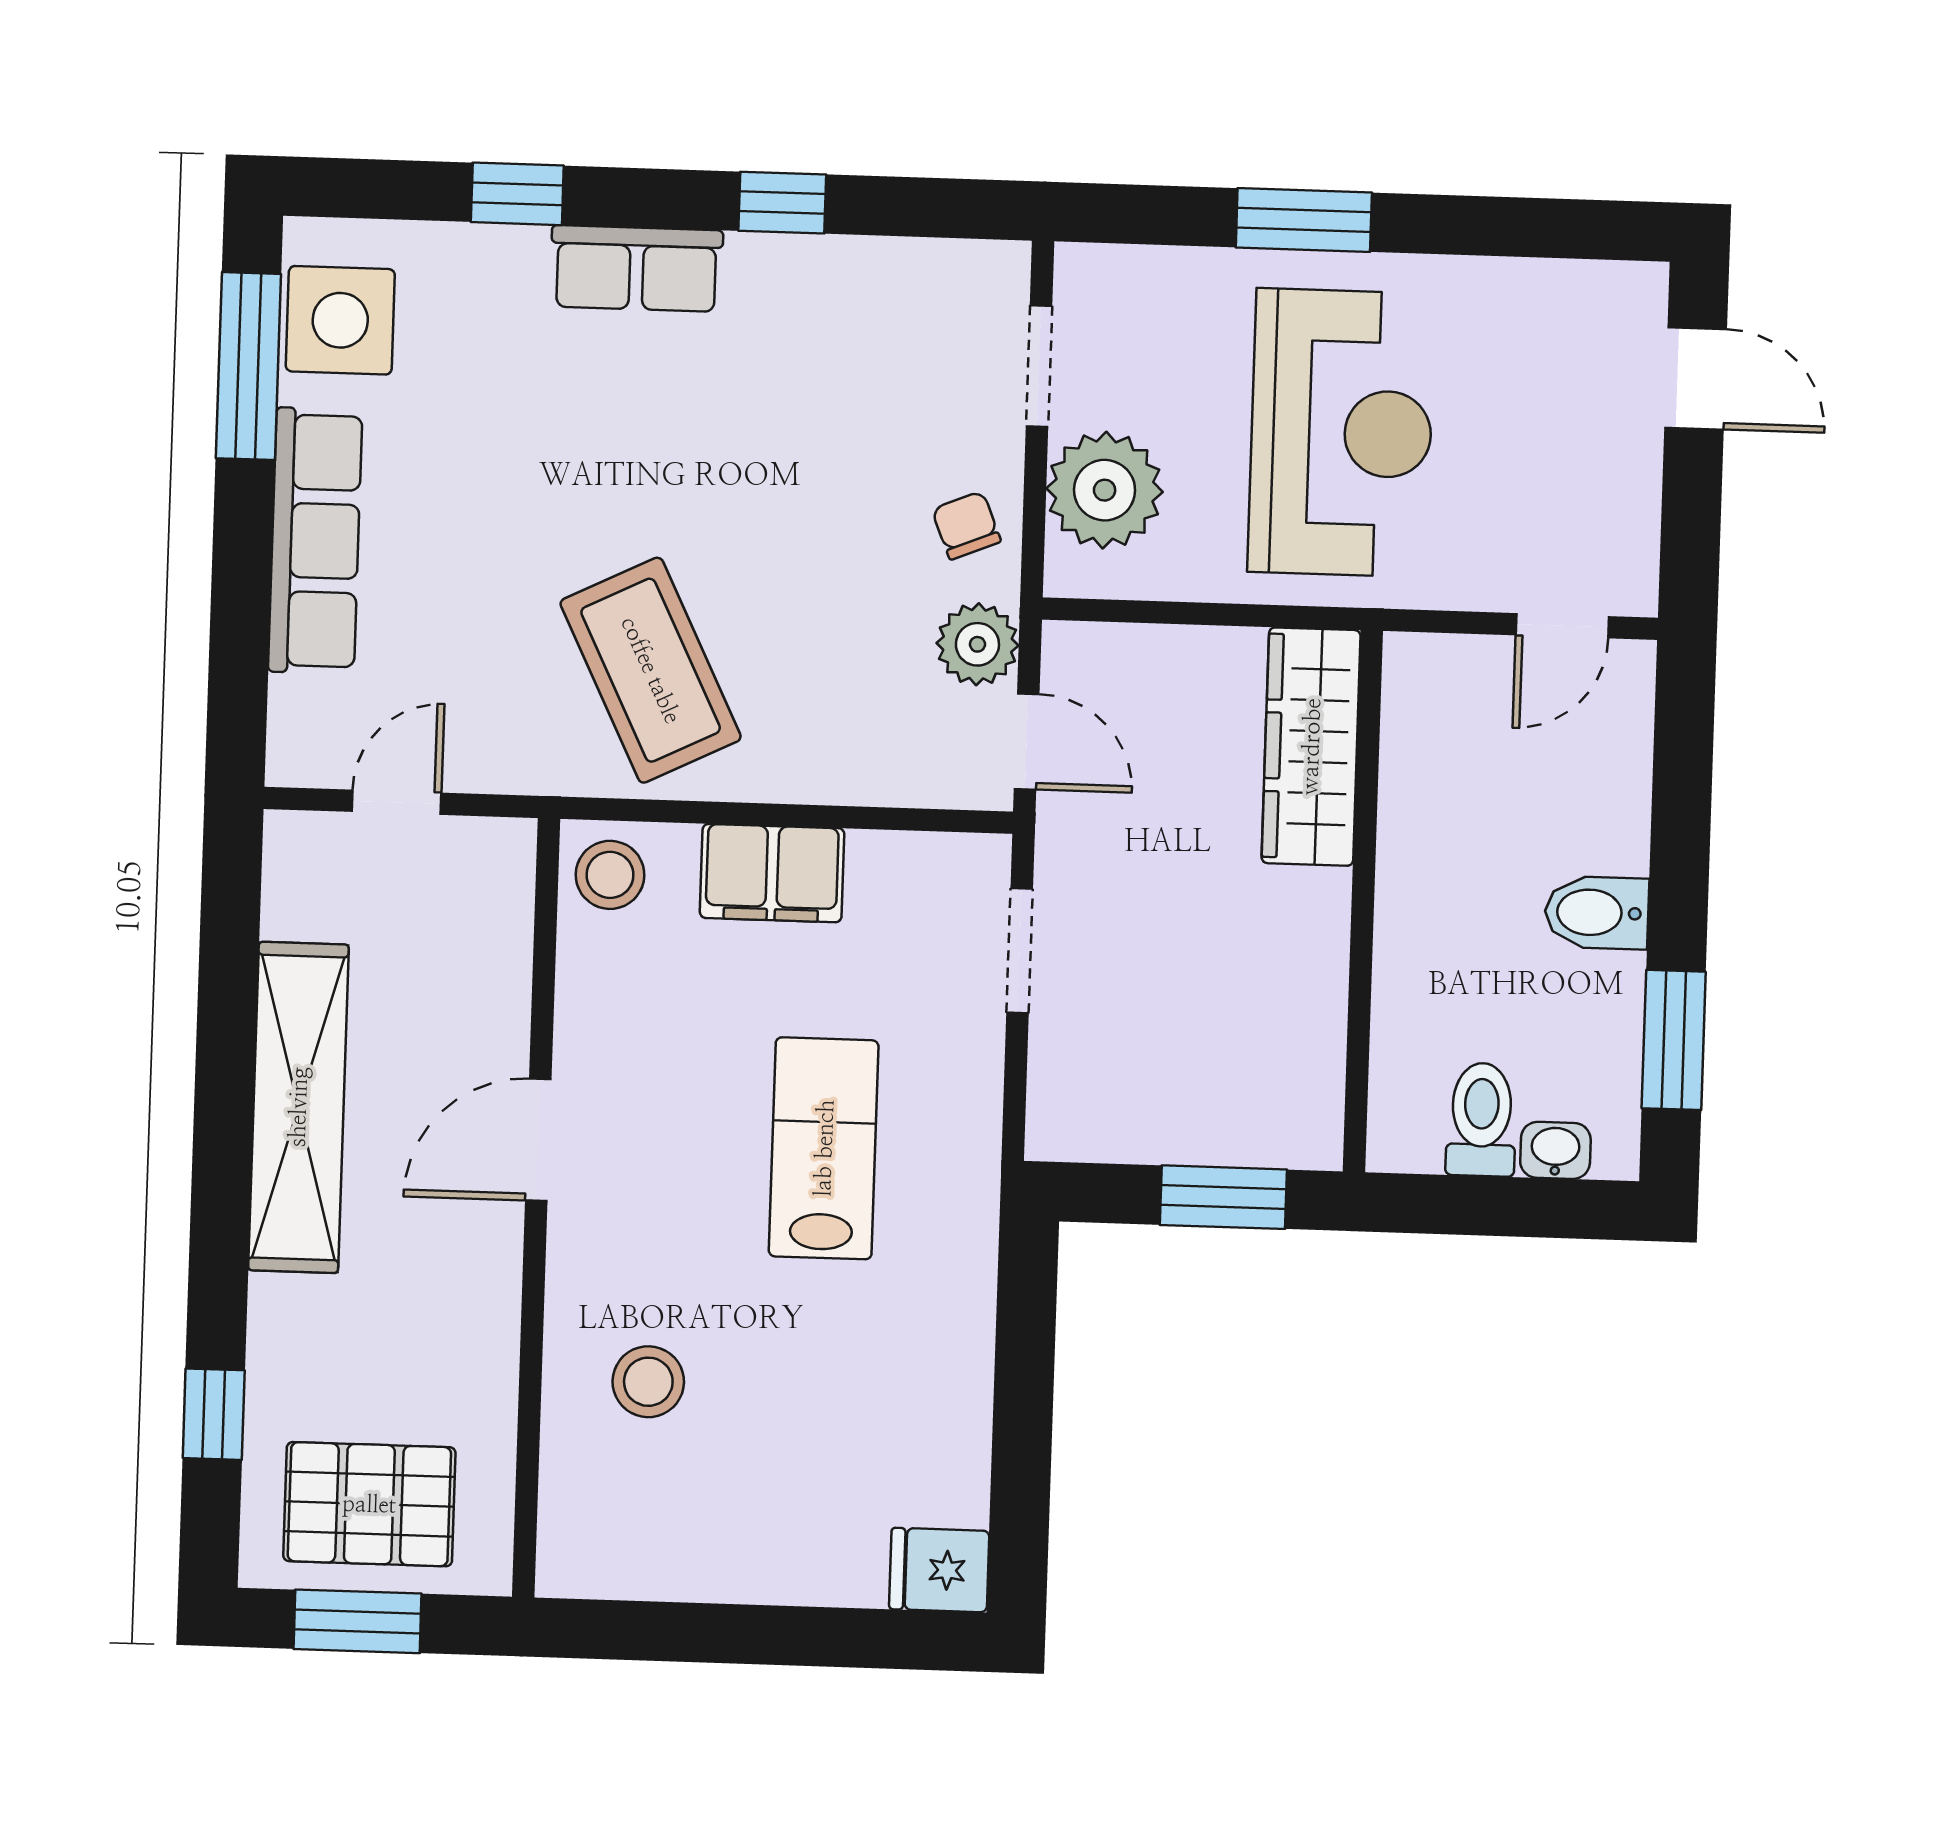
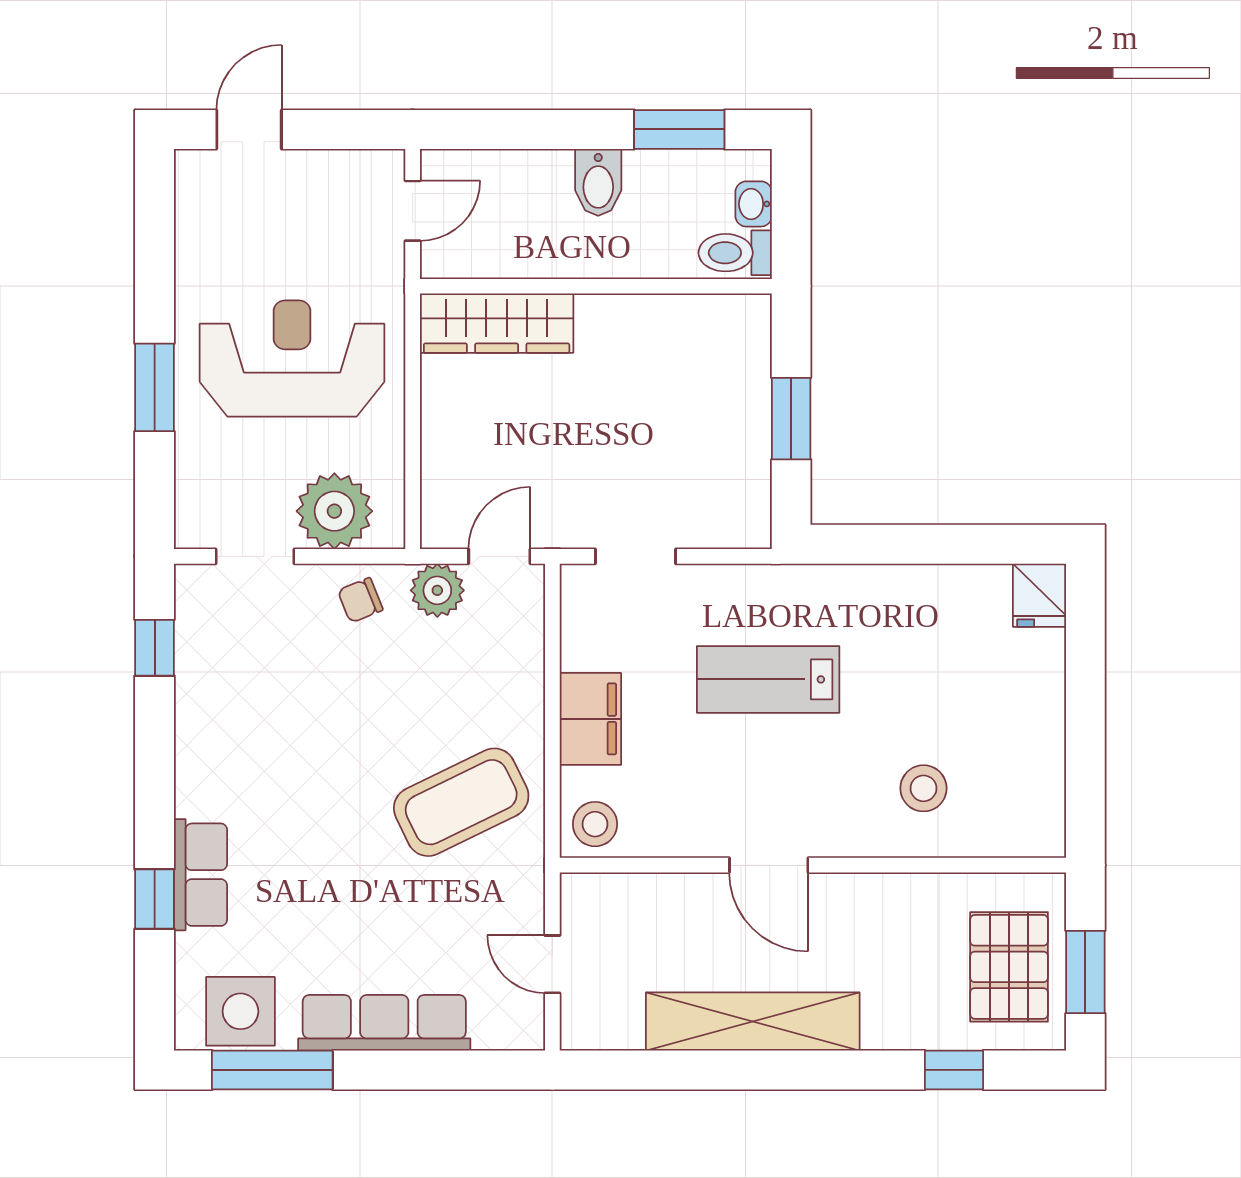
window: (782, 203) -> (155, 648), moved
row of seats: (636, 268) -> (200, 875), moved
door: (1562, 626) -> (413, 211), hinge flipped
wardrobe: (1311, 747) -> (497, 323), moved
wall: (1363, 901) -> (596, 286), moved

